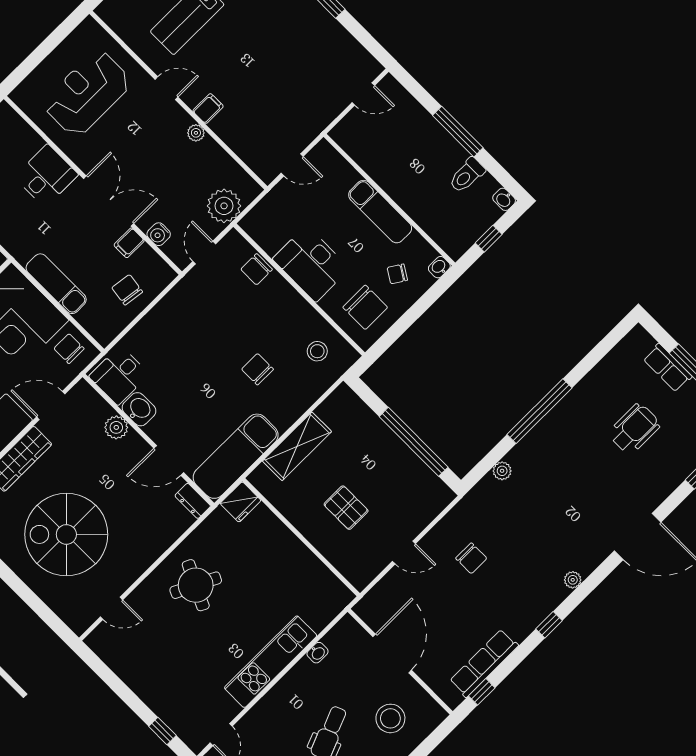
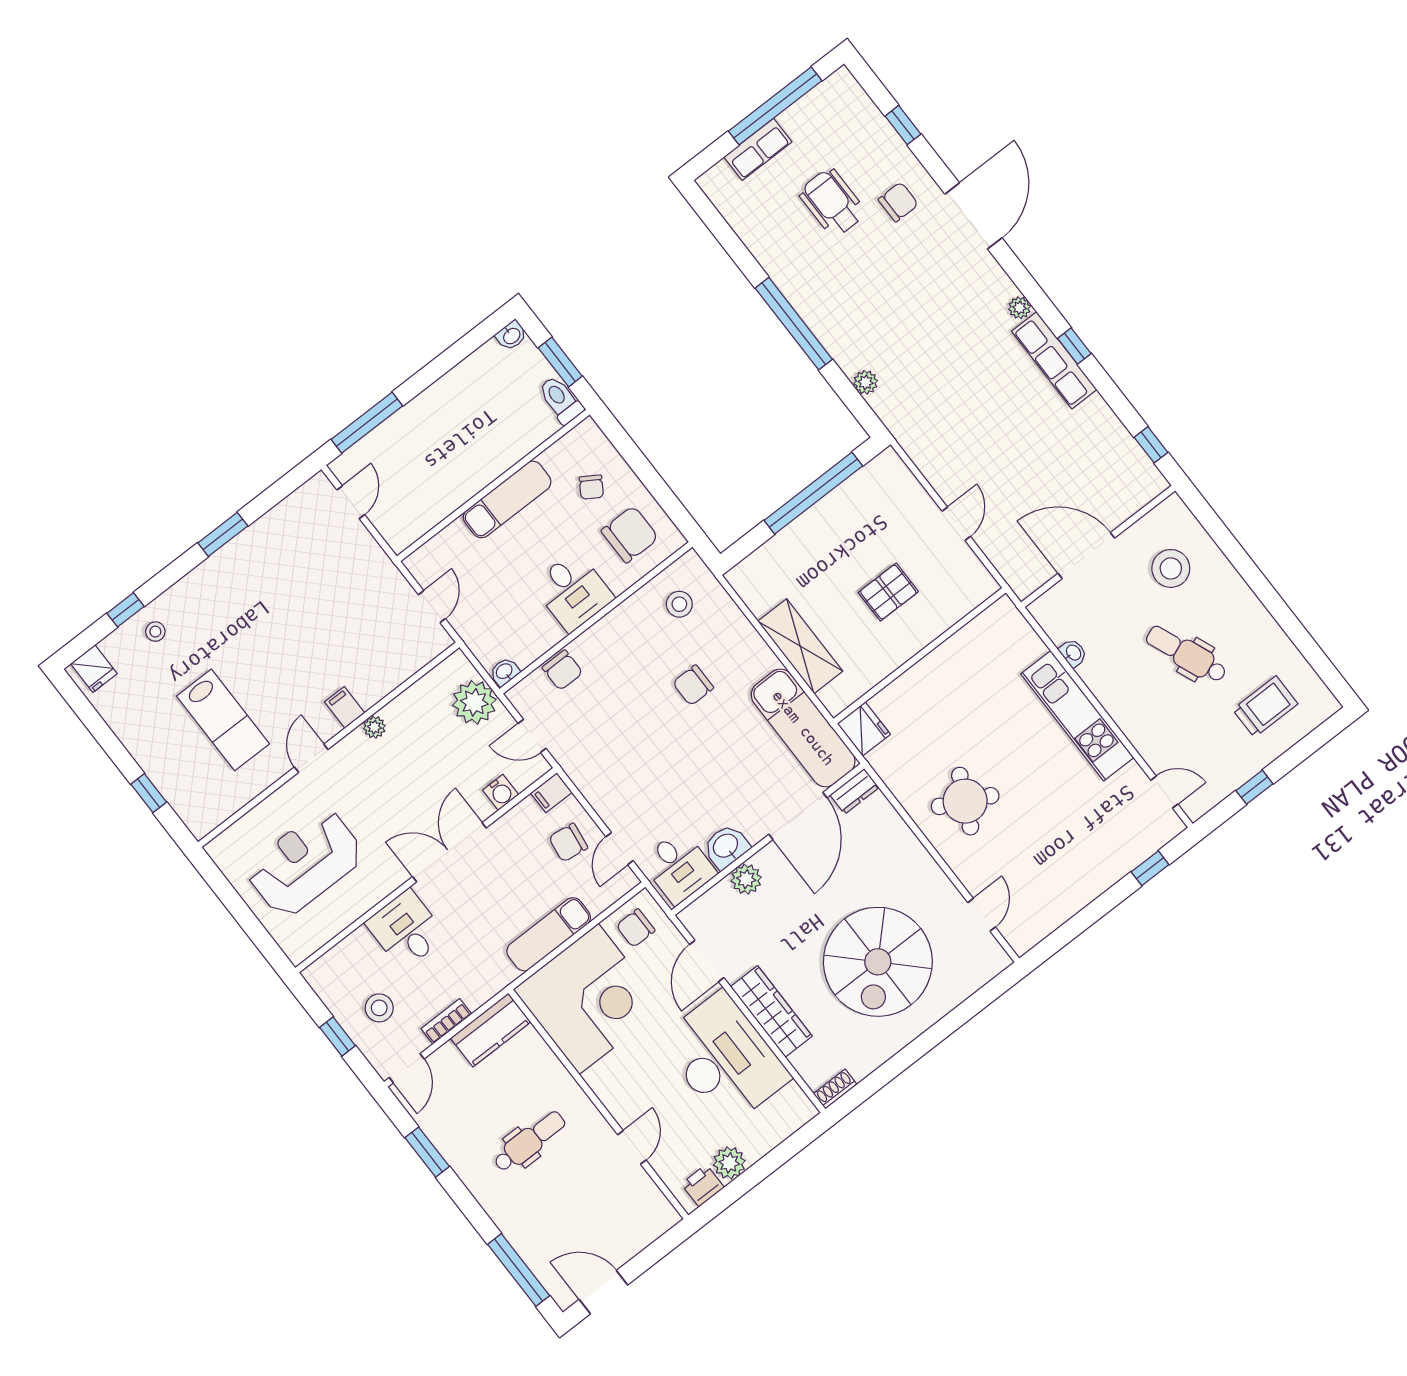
reception desk: (87, 93) -> (305, 863), turned 90
window: (458, 132) -> (367, 423), moved
toilet: (467, 175) -> (561, 400), moved, turned 180
window: (489, 239) -> (560, 362), width x1.50
filing cabinet: (129, 243) -> (551, 793), moved, turned 90
desk: (311, 264) -> (573, 591), width x0.73
washbasin: (439, 267) -> (505, 672), moved, turned 90
door: (127, 329) -> (620, 849), added
door: (169, 460) -> (798, 816), width x1.36
chair: (471, 558) -> (898, 202), moved
row of seats: (484, 663) -> (1054, 360), moved

